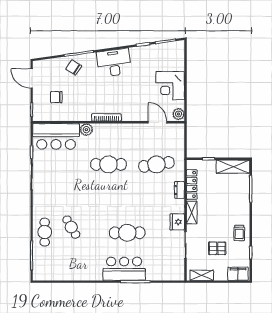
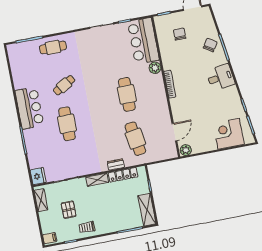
desk: (114, 63) -> (220, 77), width x0.73
corner desk: (170, 86) -> (229, 134), moved
fridge: (177, 222) -> (38, 176), moved, turned 90
cafe table: (71, 227) -> (64, 85), moved
bar counter: (124, 269) -> (29, 108), moved
filing cabinet: (238, 274) -> (50, 238), width x0.50

